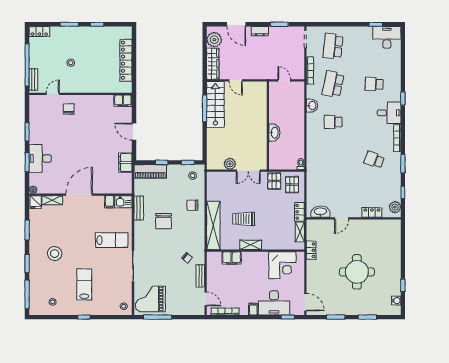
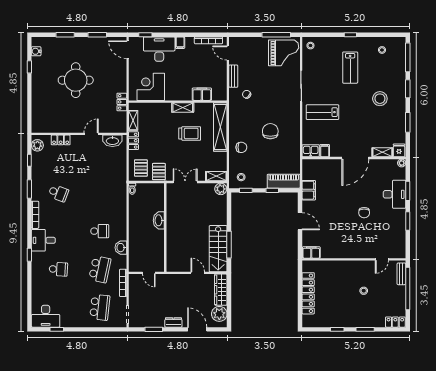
chair: (69, 109) -> (364, 213), moved
plant: (230, 164) -> (221, 189), moved
shelving: (217, 177) -> (216, 176), added
bench: (139, 208) -> (295, 144), removed

